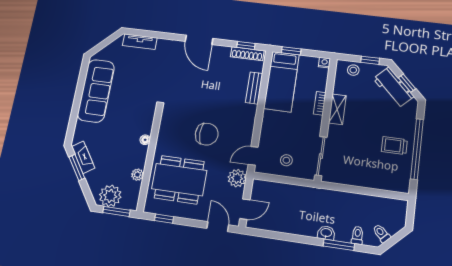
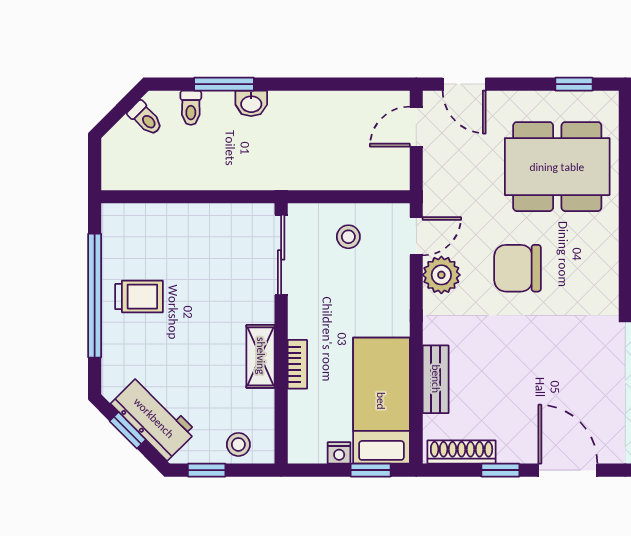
window: (246, 45) -> (500, 470), moved
nightstand: (324, 63) -> (339, 453), moved
plant: (237, 178) -> (441, 275), moved

